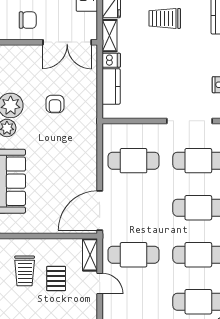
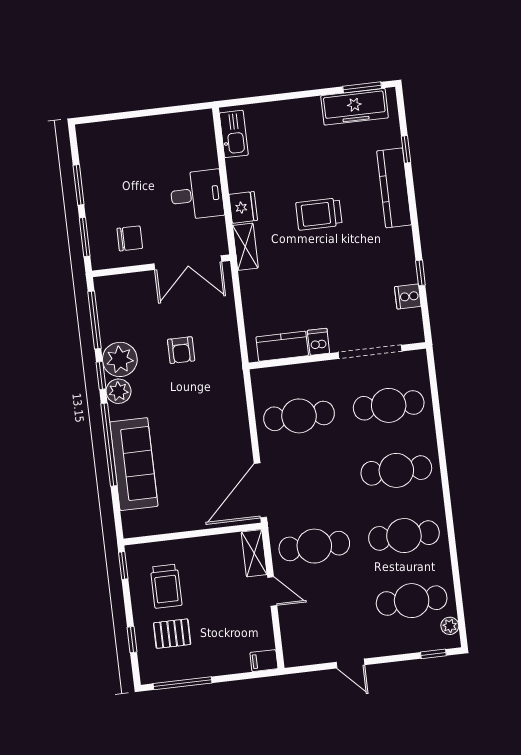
dishwasher: (111, 60) -> (318, 342), moved, turned -90
kitchen counter: (111, 86) -> (282, 346), moved, turned -90
pallet: (56, 279) -> (172, 634), moved, turned 90

